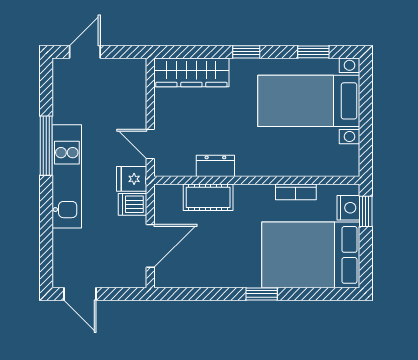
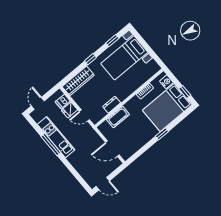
kitchen unit: (67, 176) -> (56, 137), moved
fridge: (132, 179) -> (69, 110), moved
dishwasher: (132, 204) -> (63, 101), moved
window: (366, 211) -> (185, 92), moved
door: (150, 246) -> (112, 149), swing flipped

